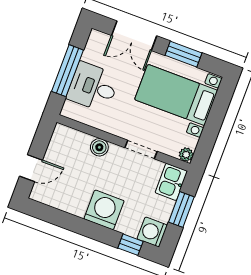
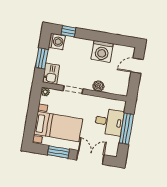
washing machine: (104, 210) -> (102, 51), moved

